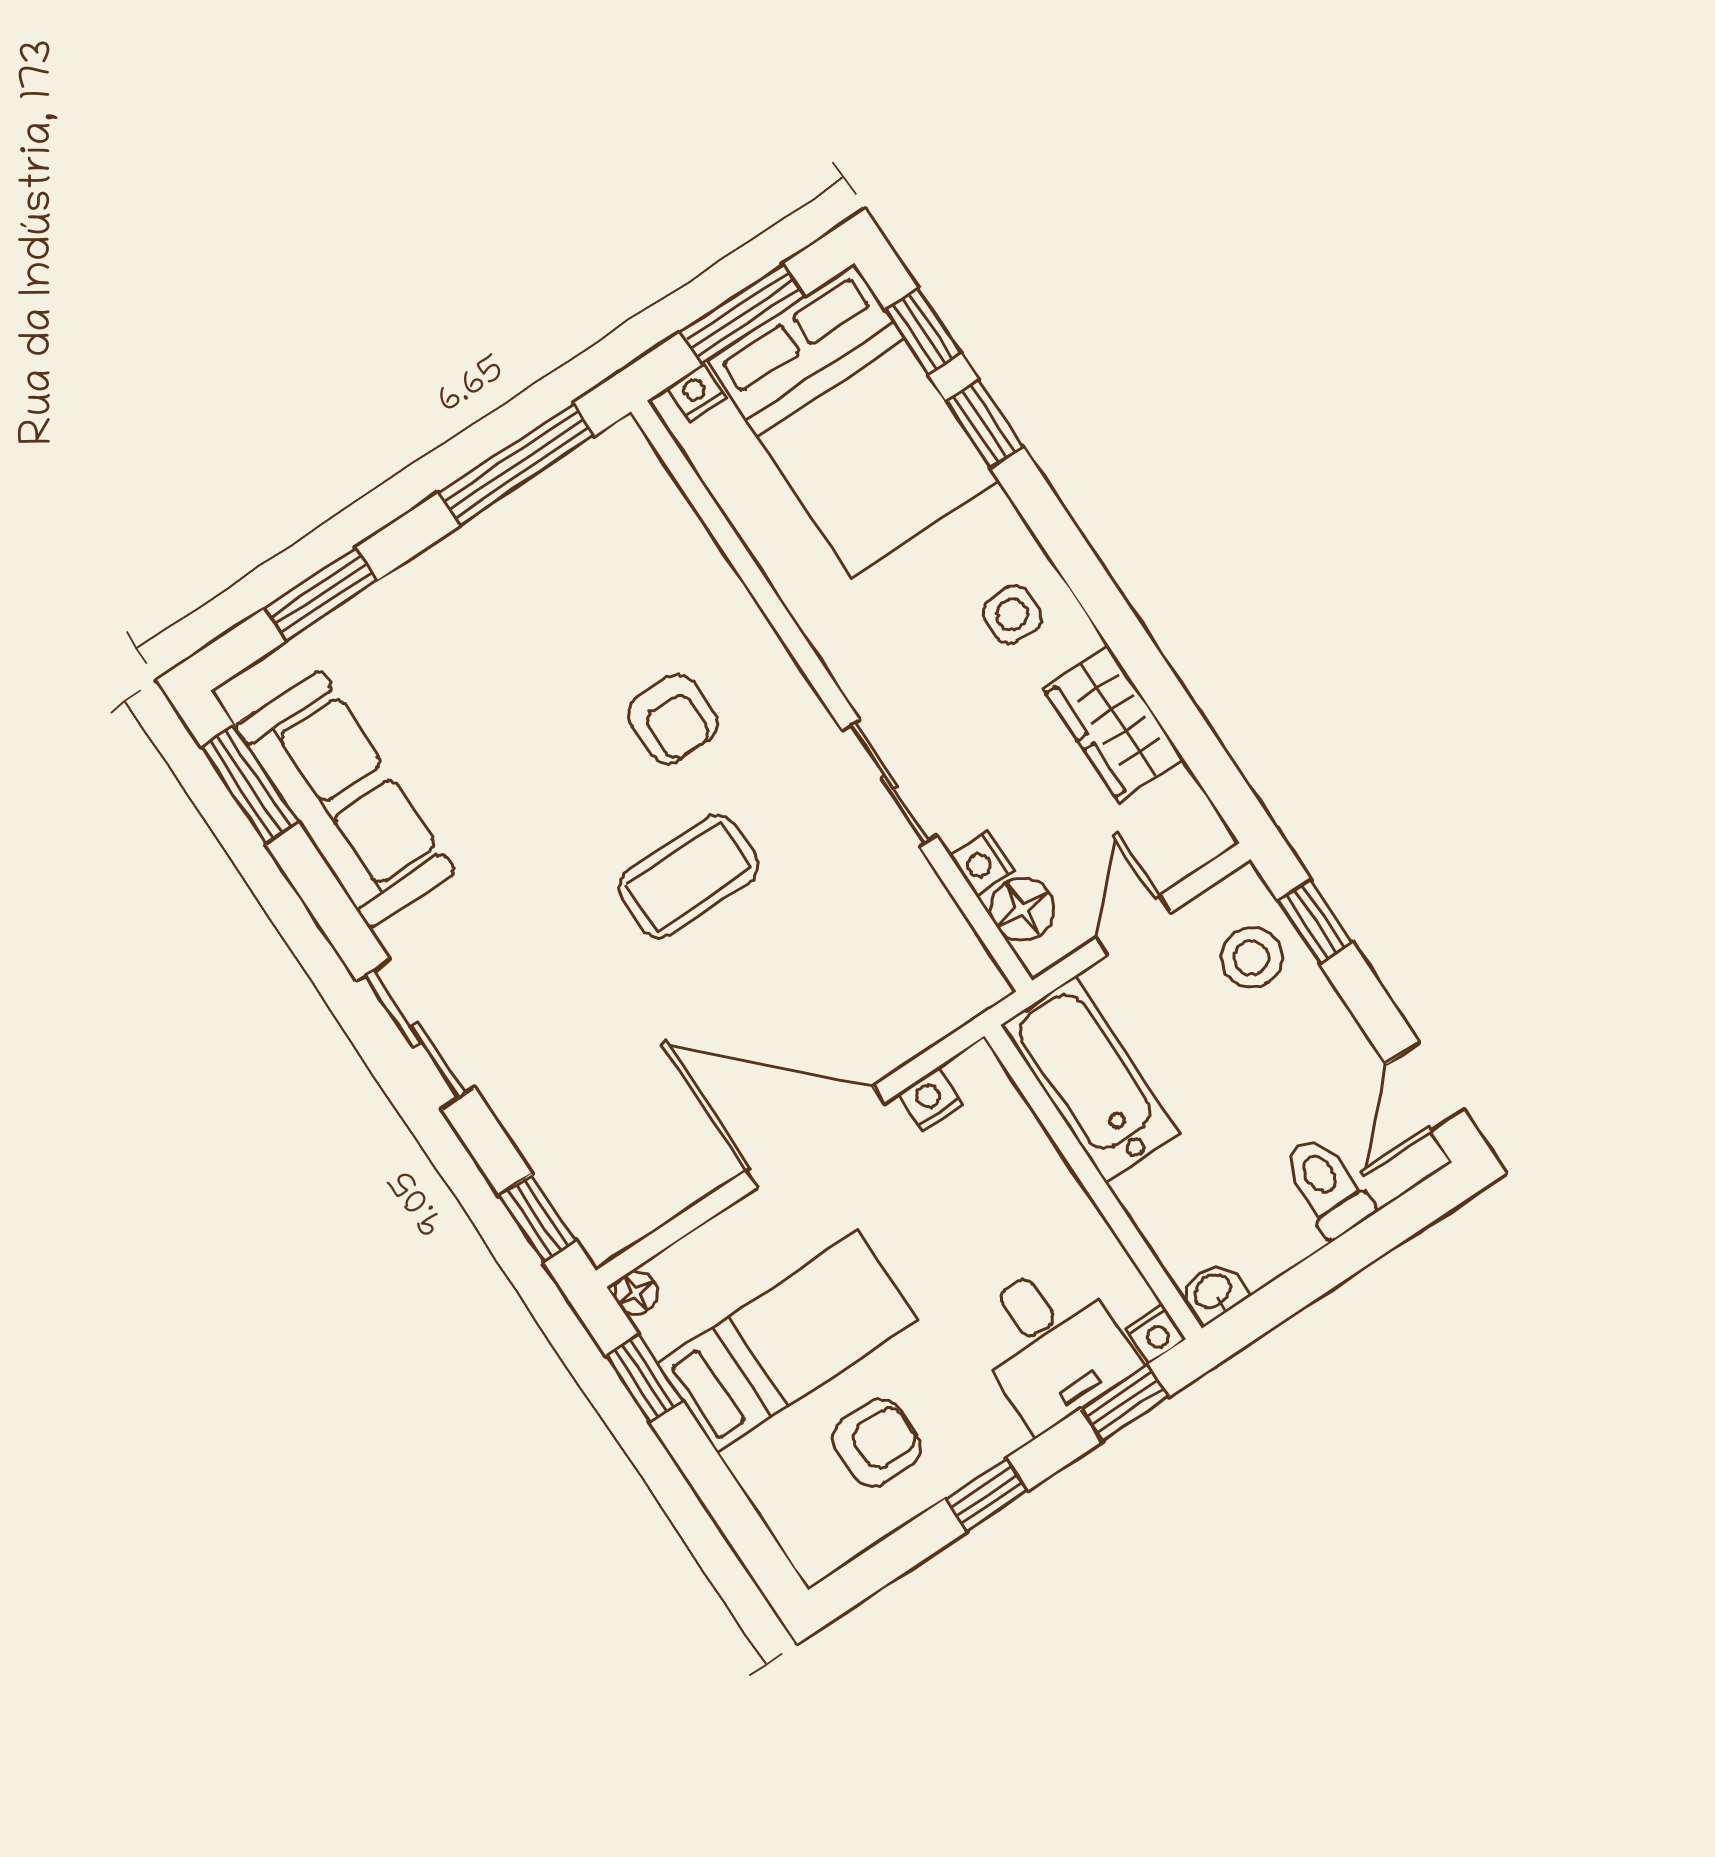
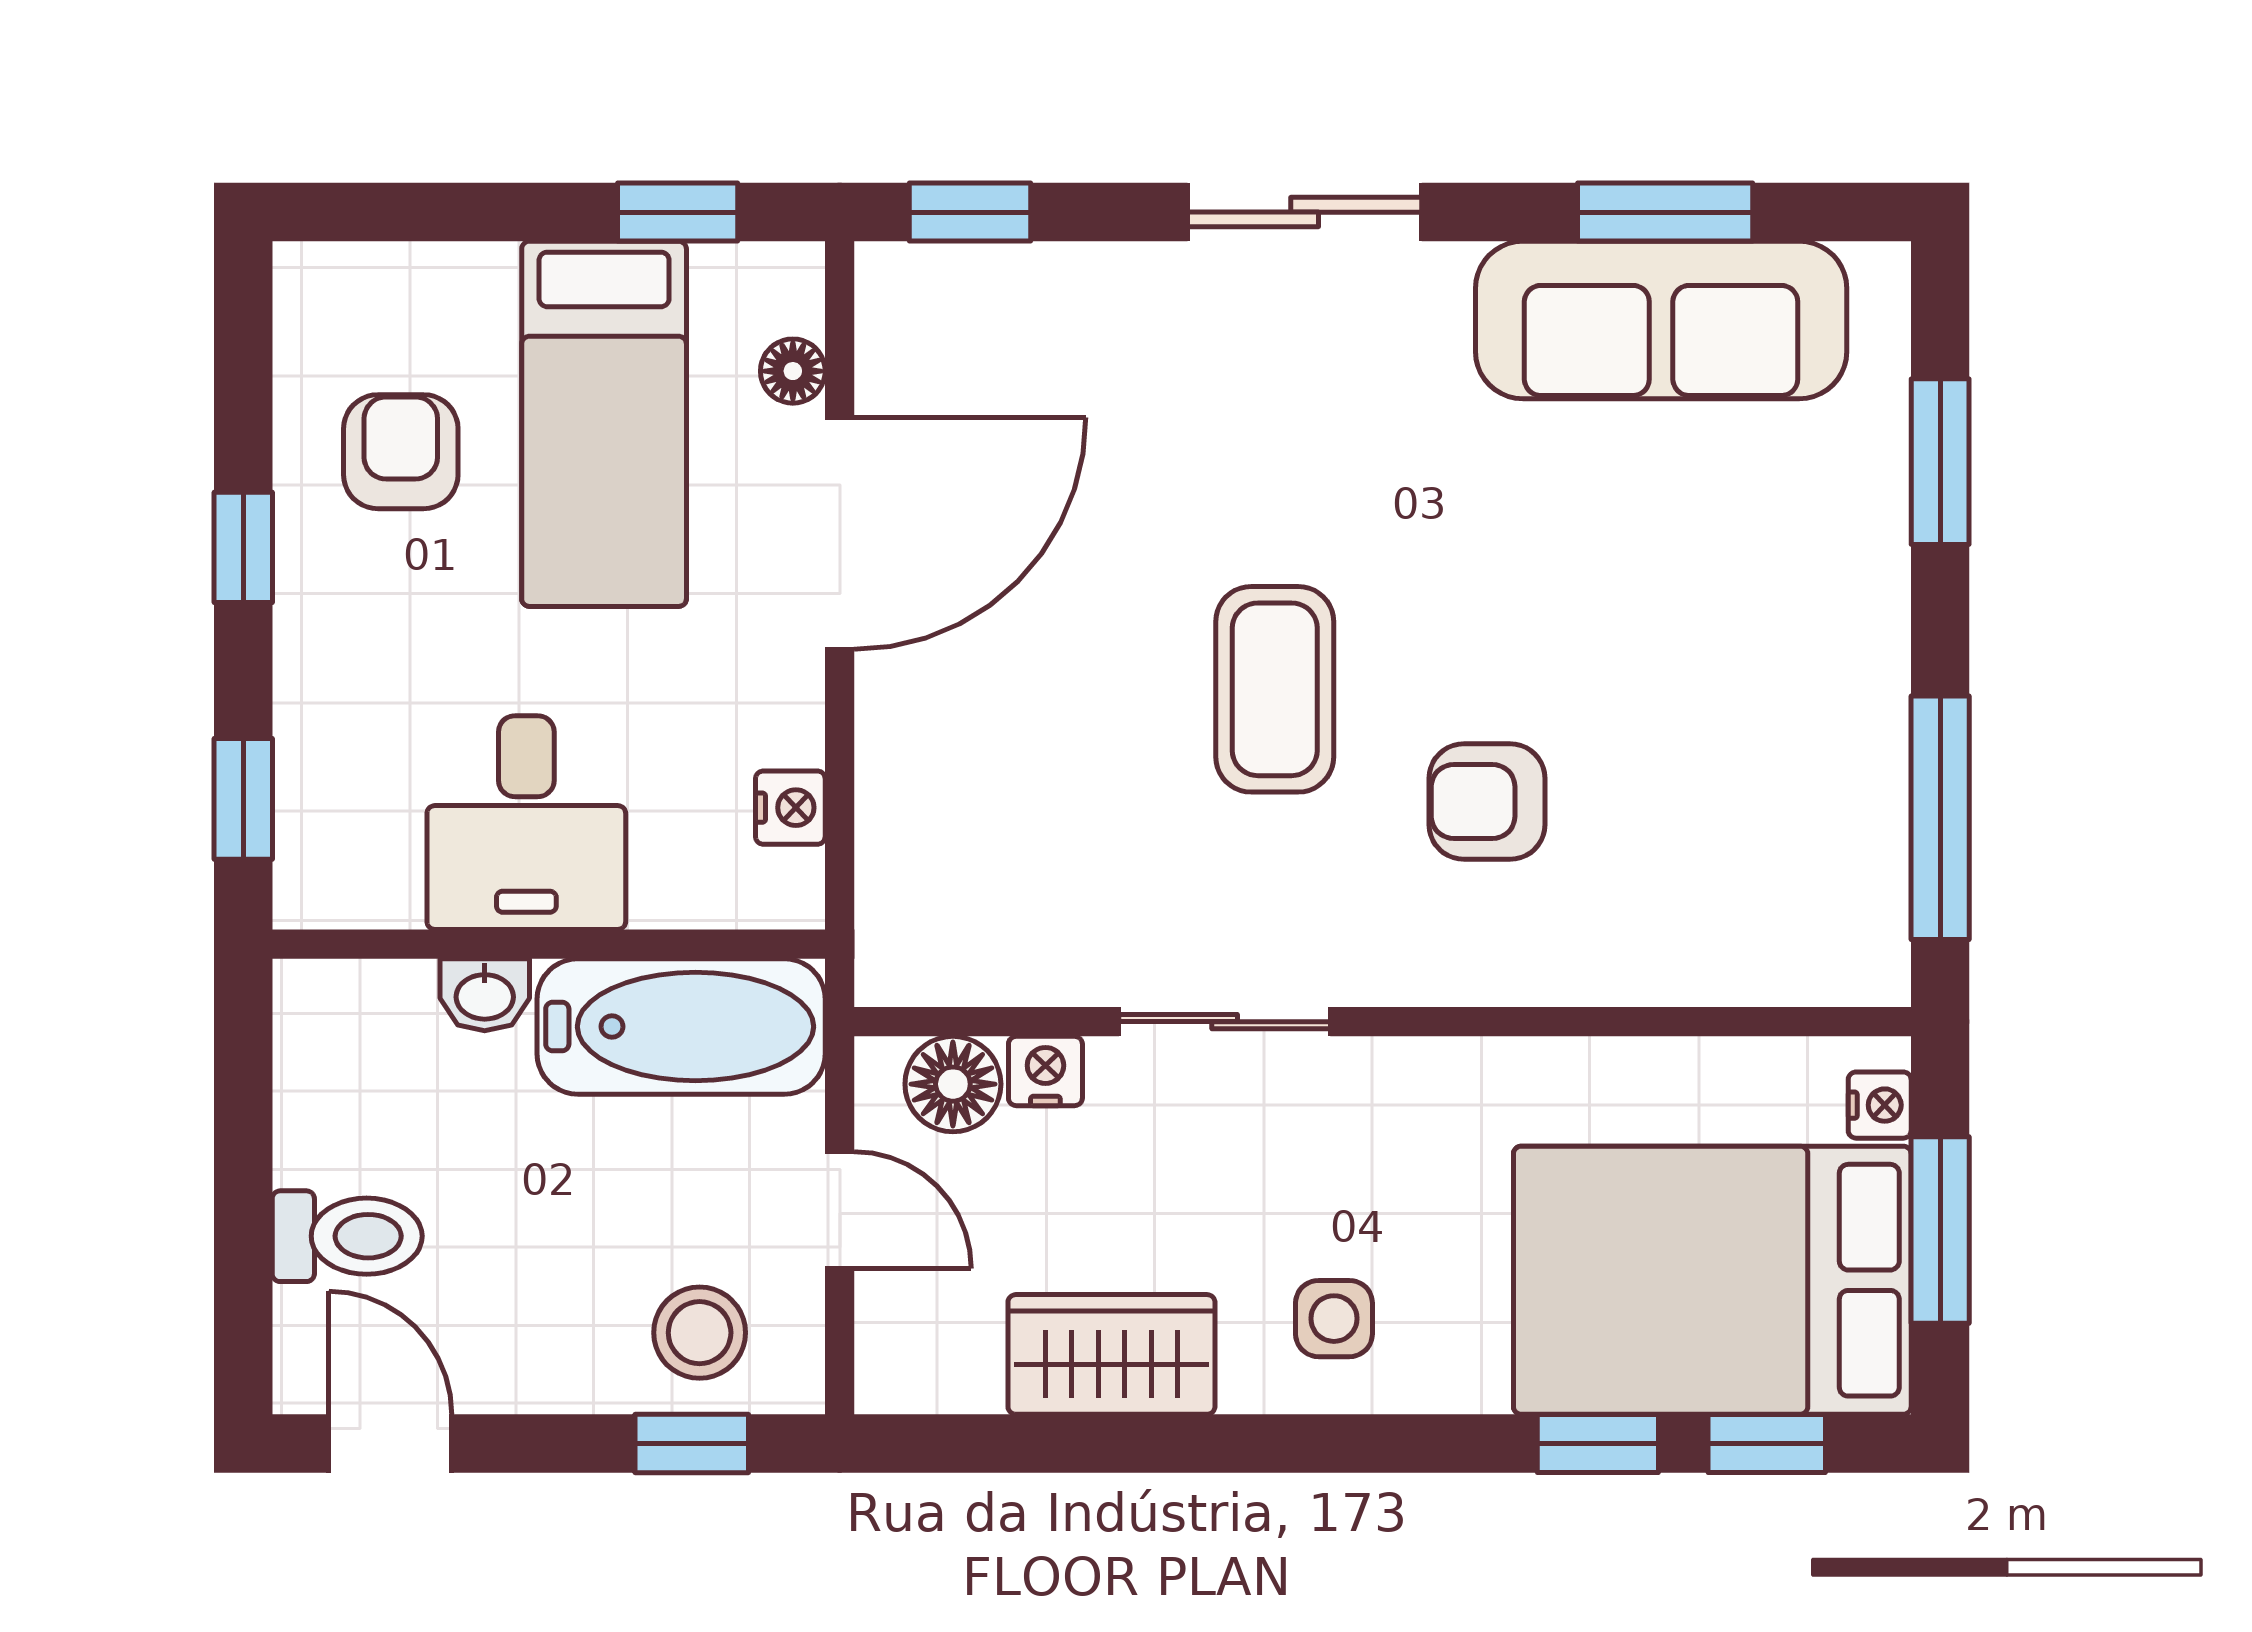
window: (250, 785) -> (1665, 212), moved
door: (815, 1137) -> (840, 533), moved
washbasin: (1213, 1292) -> (485, 995), moved, turned 90
floor lamp: (636, 1293) -> (793, 371), moved
nightstand: (1156, 1334) -> (304, 896), removed
desk: (1051, 1344) -> (526, 823), moved, turned -90
armchair: (877, 1443) -> (401, 452), turned 180

